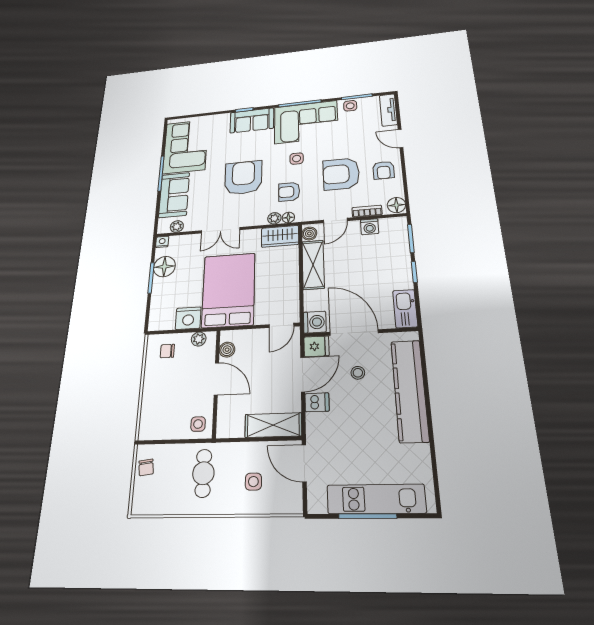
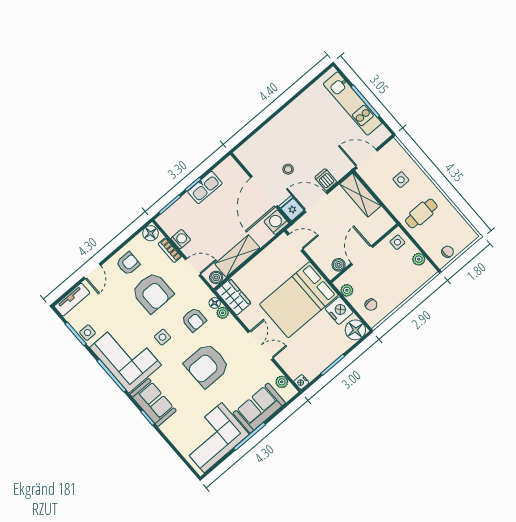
floor lamp: (164, 267) -> (355, 330), moved
kitchen sink: (405, 309) -> (205, 187), moved
kitchen counter: (410, 390) -> (275, 130), removed
plant: (165, 432) -> (419, 259), added
door: (304, 463) -> (367, 159), swing flipped

